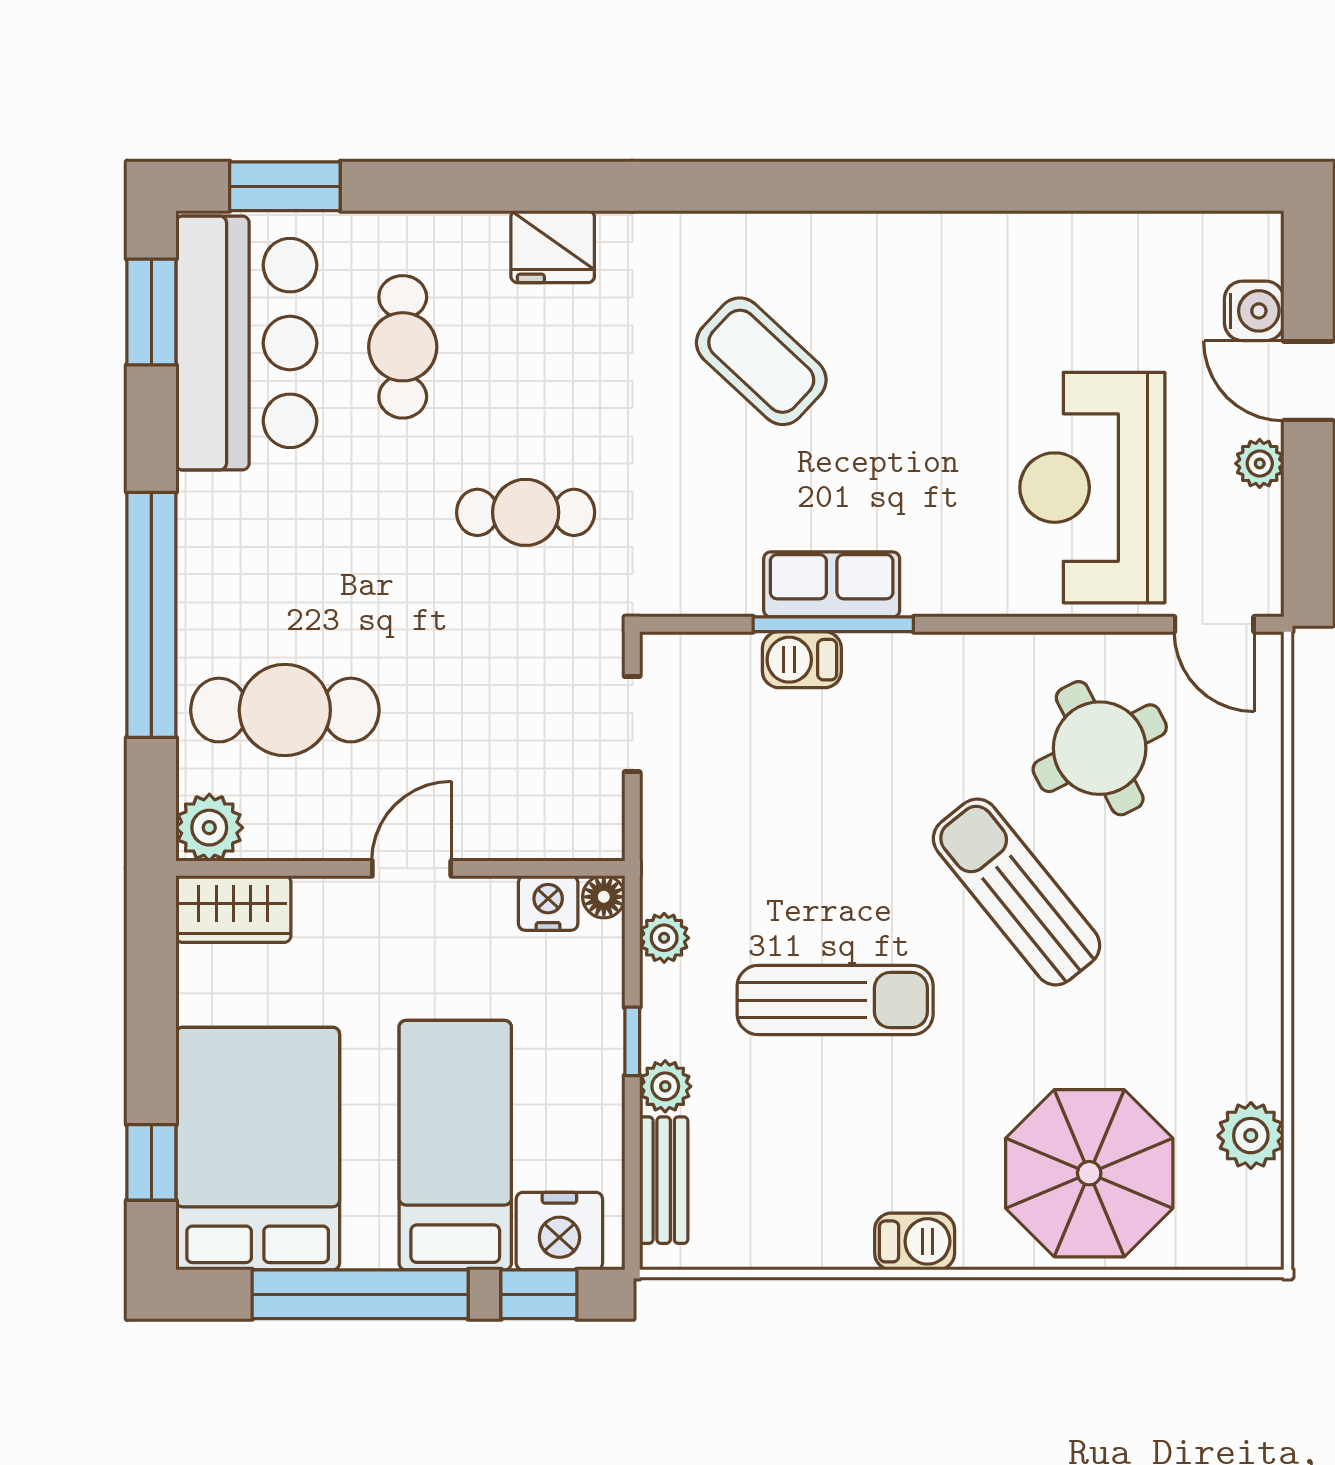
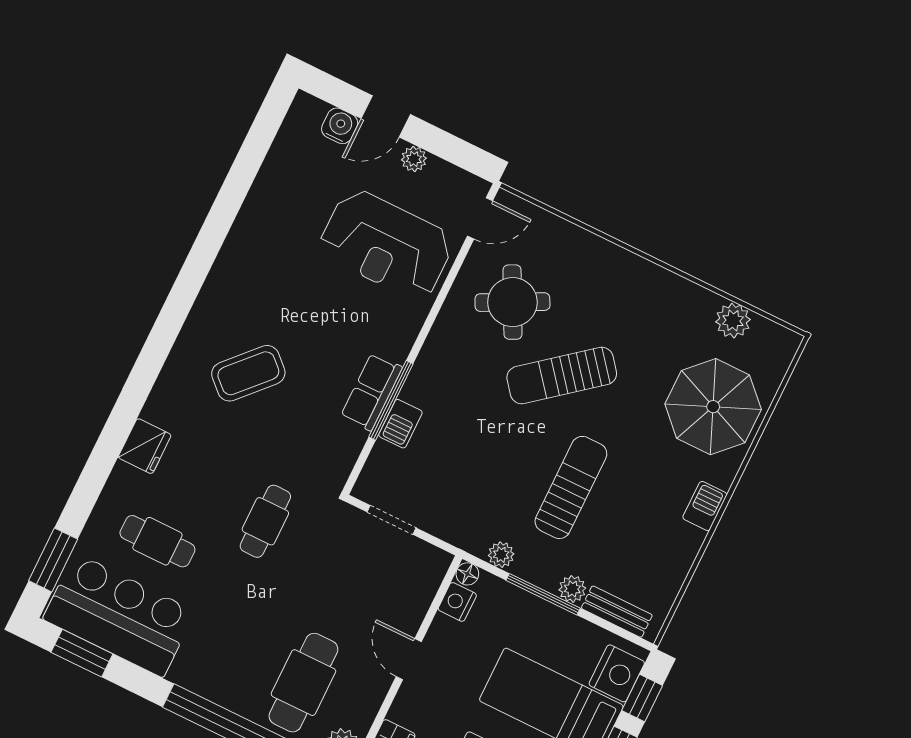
window: (632, 1041) -> (543, 594), width x2.17

